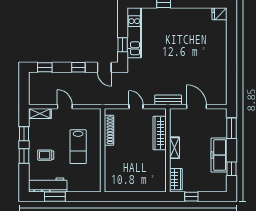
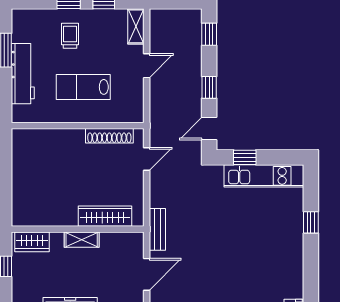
door: (136, 107) -> (147, 159), moved
workbench: (48, 185) -> (23, 74), moved

